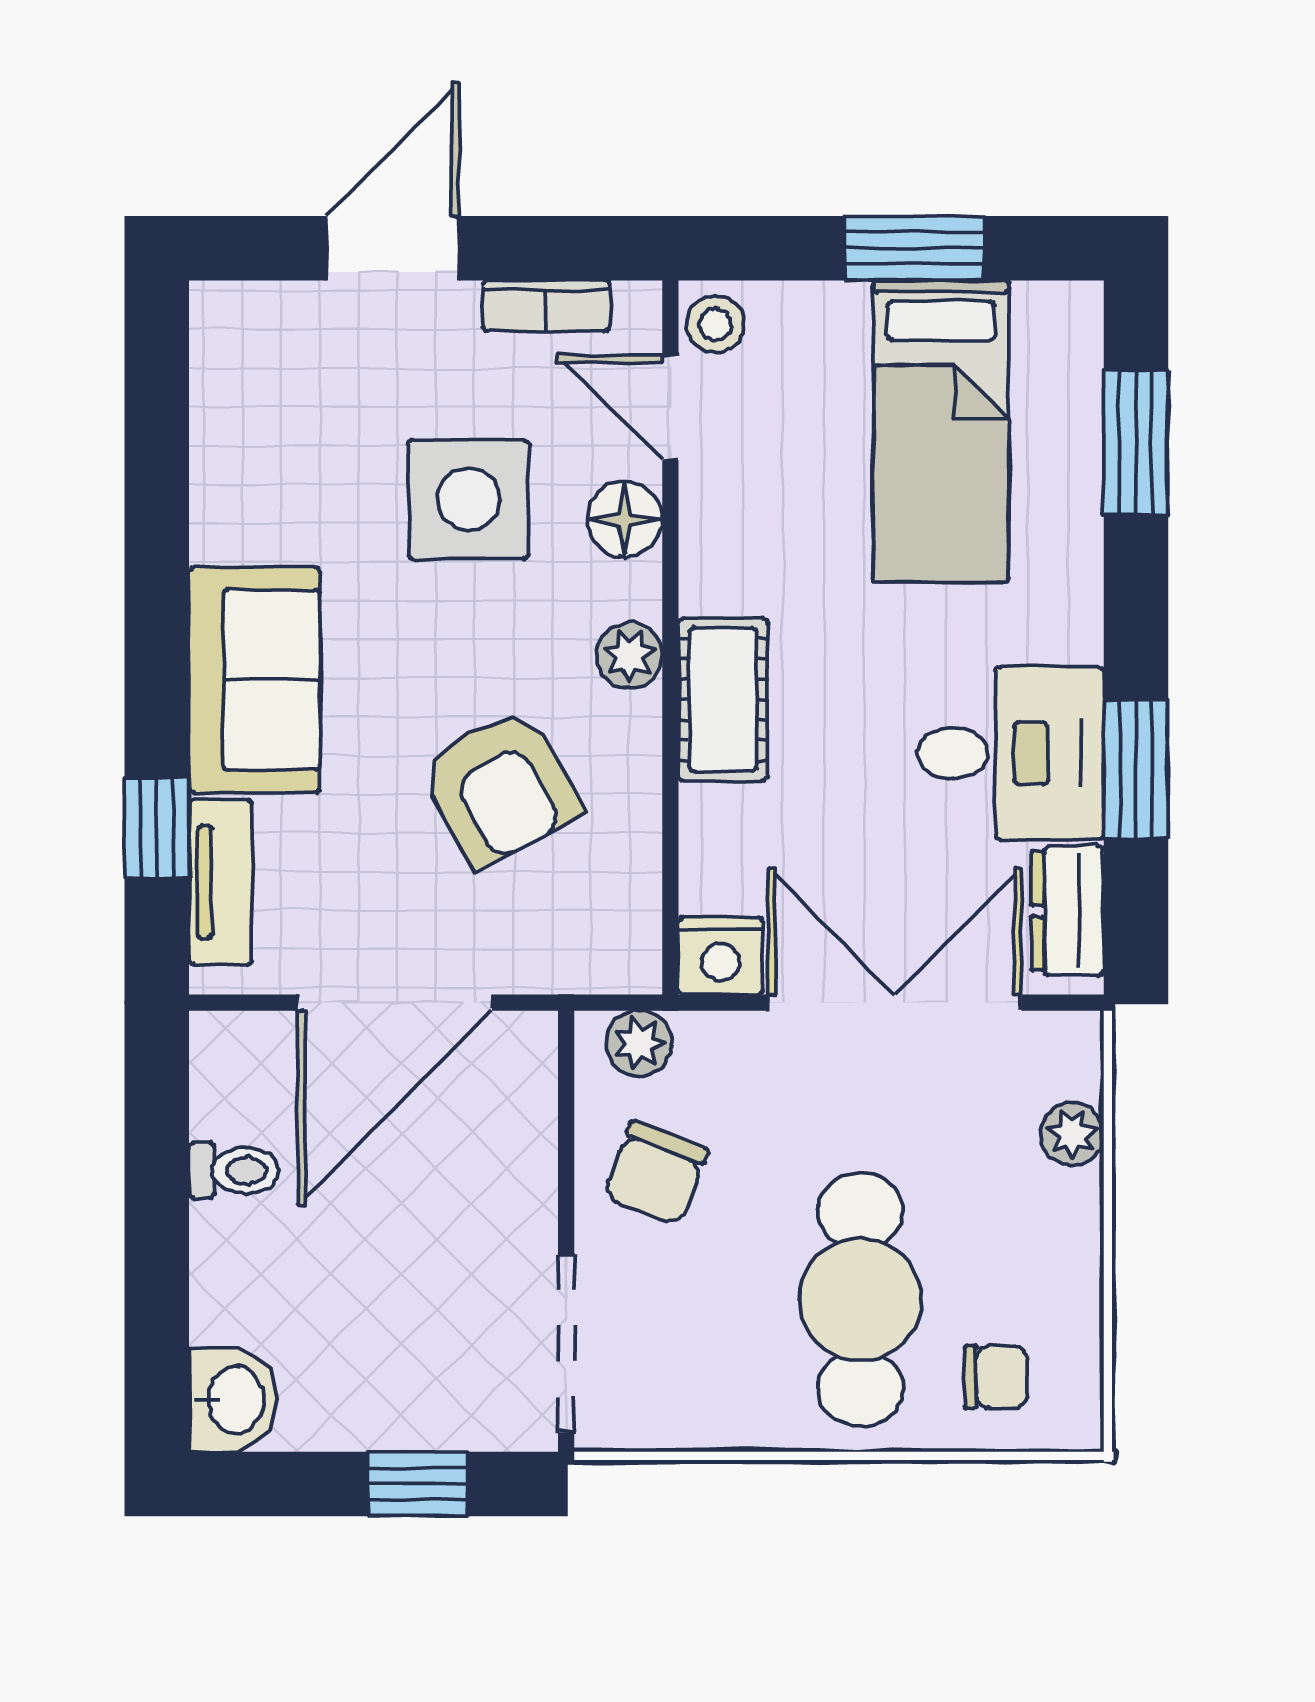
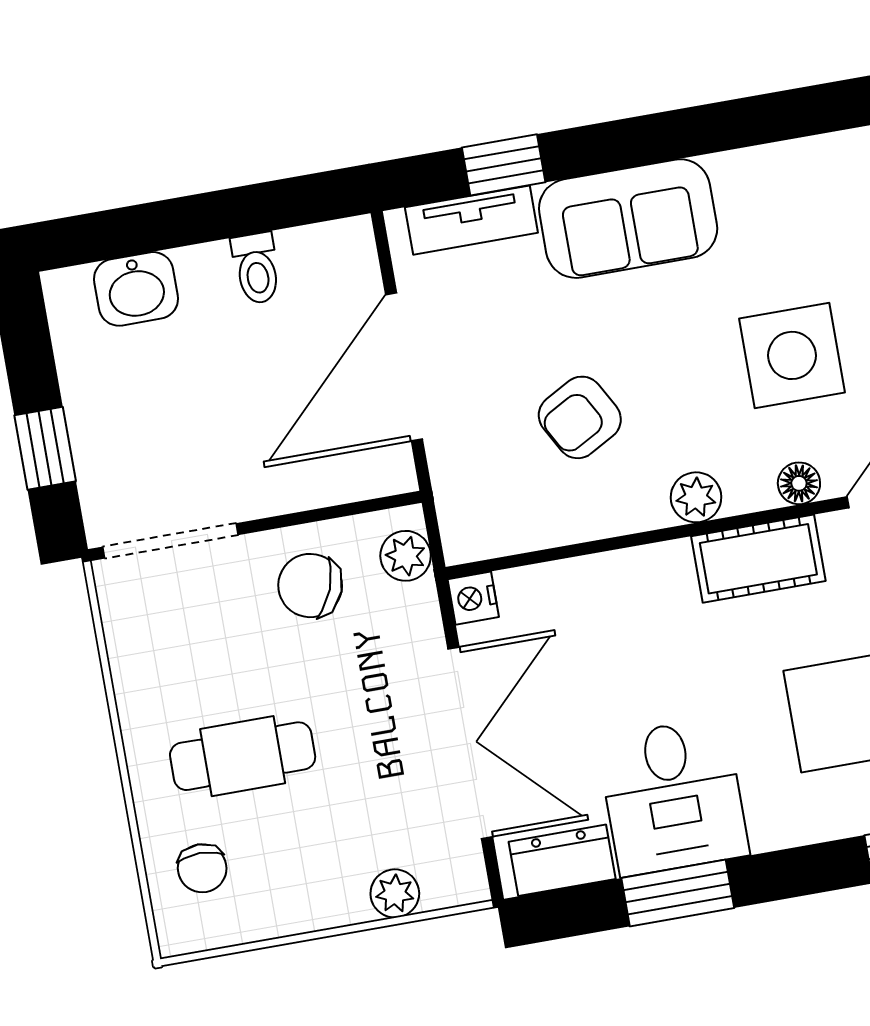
floor lamp: (625, 519) -> (799, 483), width x0.73, depth x0.73
cot: (723, 699) -> (758, 559), moved
armchair: (500, 787) -> (580, 417), width x0.72, depth x0.72
nightstand: (721, 956) -> (473, 598), width x0.72, depth x0.74
door: (395, 1003) -> (404, 367), hinge flipped
cafe table: (860, 1299) -> (243, 756), width x0.73, depth x0.74
washbasin: (233, 1400) -> (136, 289), moved

